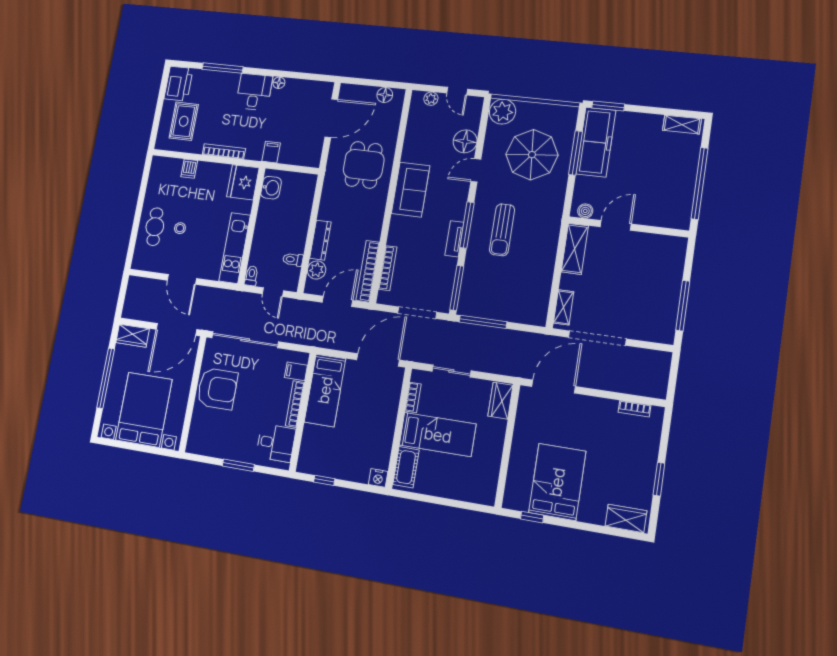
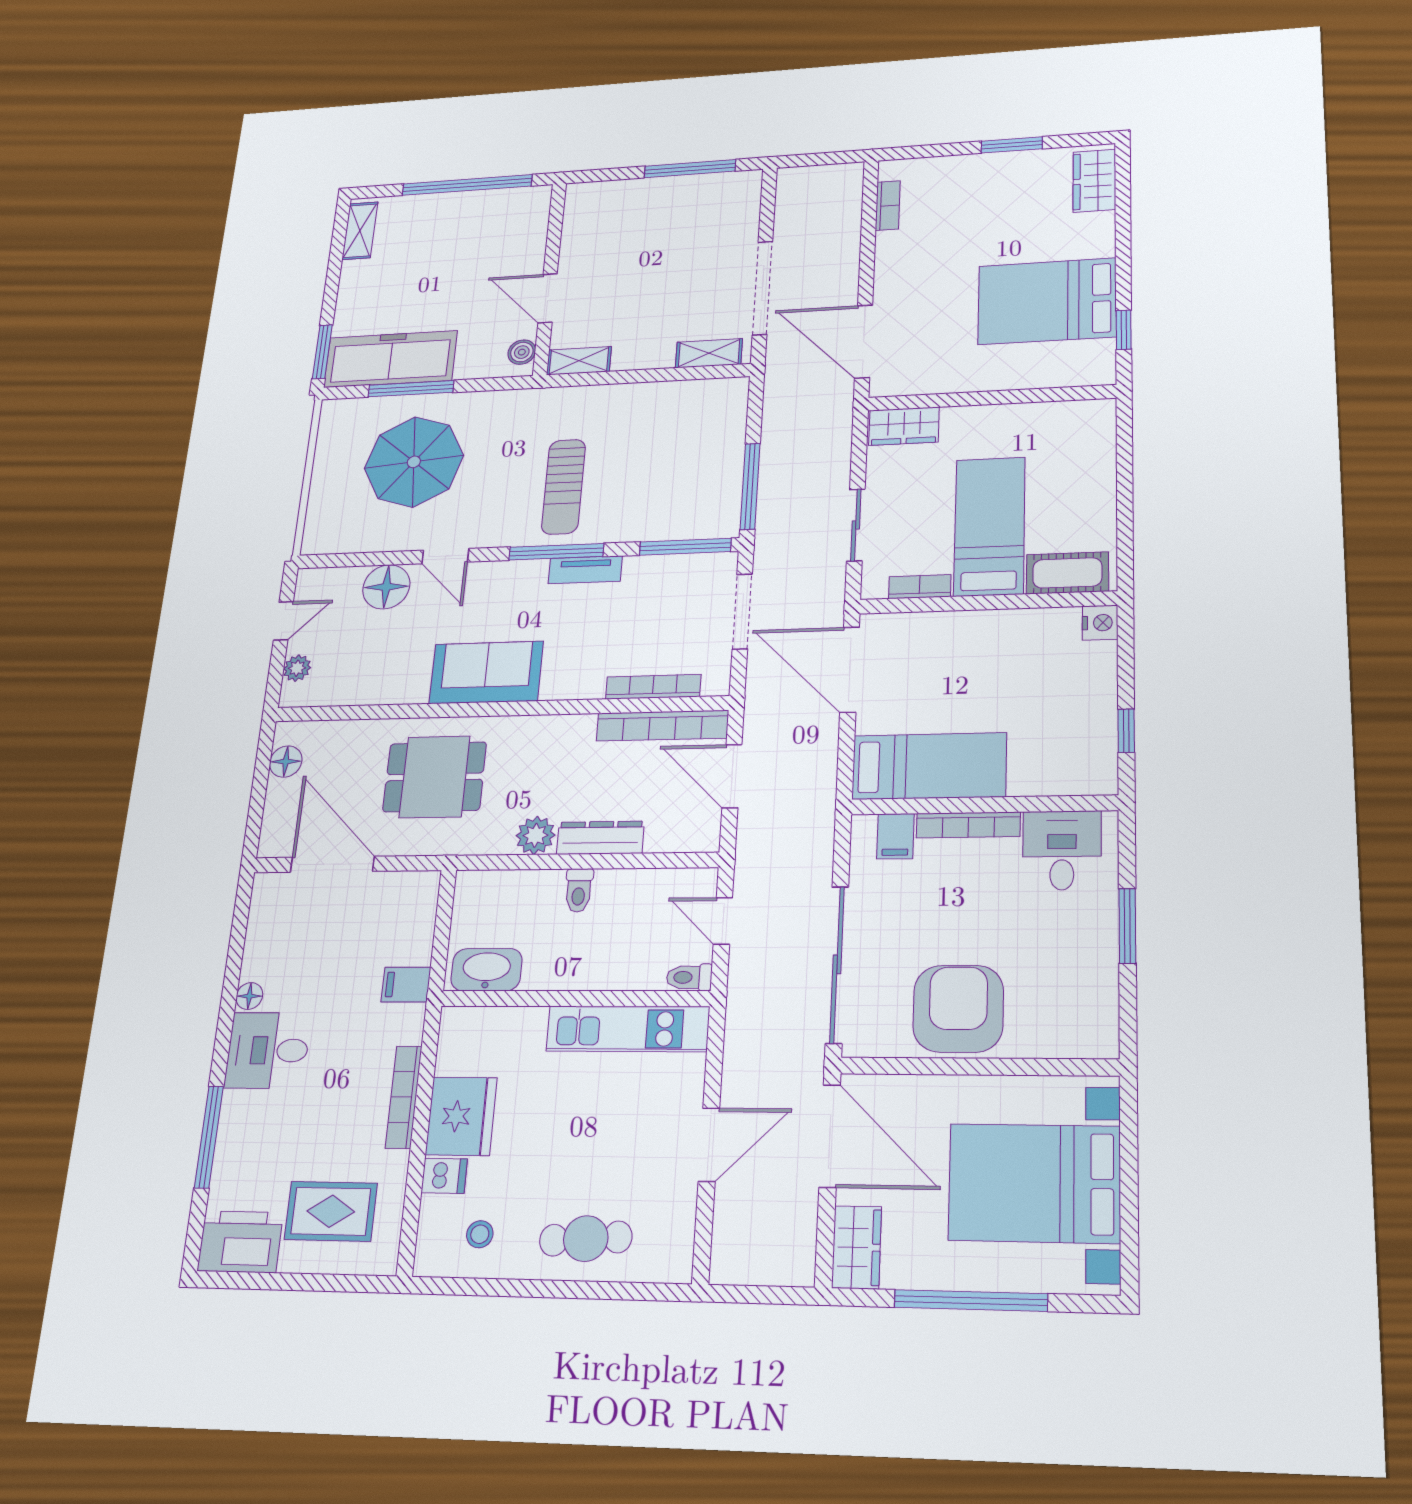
plant: (503, 112) -> (328, 530), removed
fridge: (243, 182) -> (461, 1116), moved, turned -90
washbasin: (271, 188) -> (486, 970), width x1.38
stool: (180, 228) -> (480, 1234), moved
sun lounger: (502, 230) -> (564, 487), turned 90
shelving: (575, 249) -> (579, 361), width x0.67, depth x0.75
toilet: (293, 260) -> (579, 890), moved
plant: (317, 270) -> (535, 835), moved
door: (273, 292) -> (723, 921), swing flipped

